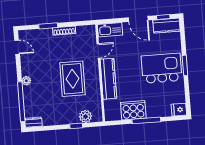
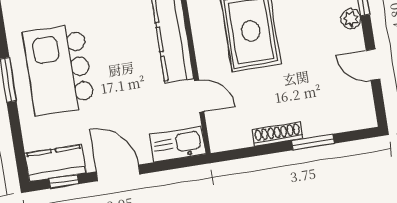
door: (17, 47) -> (373, 65), moved
door: (98, 51) -> (199, 96), swing flipped
kitchen island: (162, 68) -> (59, 70), turned 90

